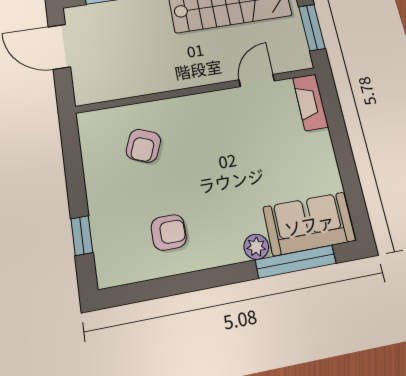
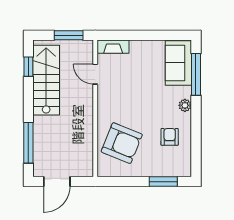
armchair: (143, 146) -> (122, 143), width x1.88, depth x1.88
window: (82, 236) -> (163, 182), width x1.50
plant: (256, 247) -> (185, 105), moved

